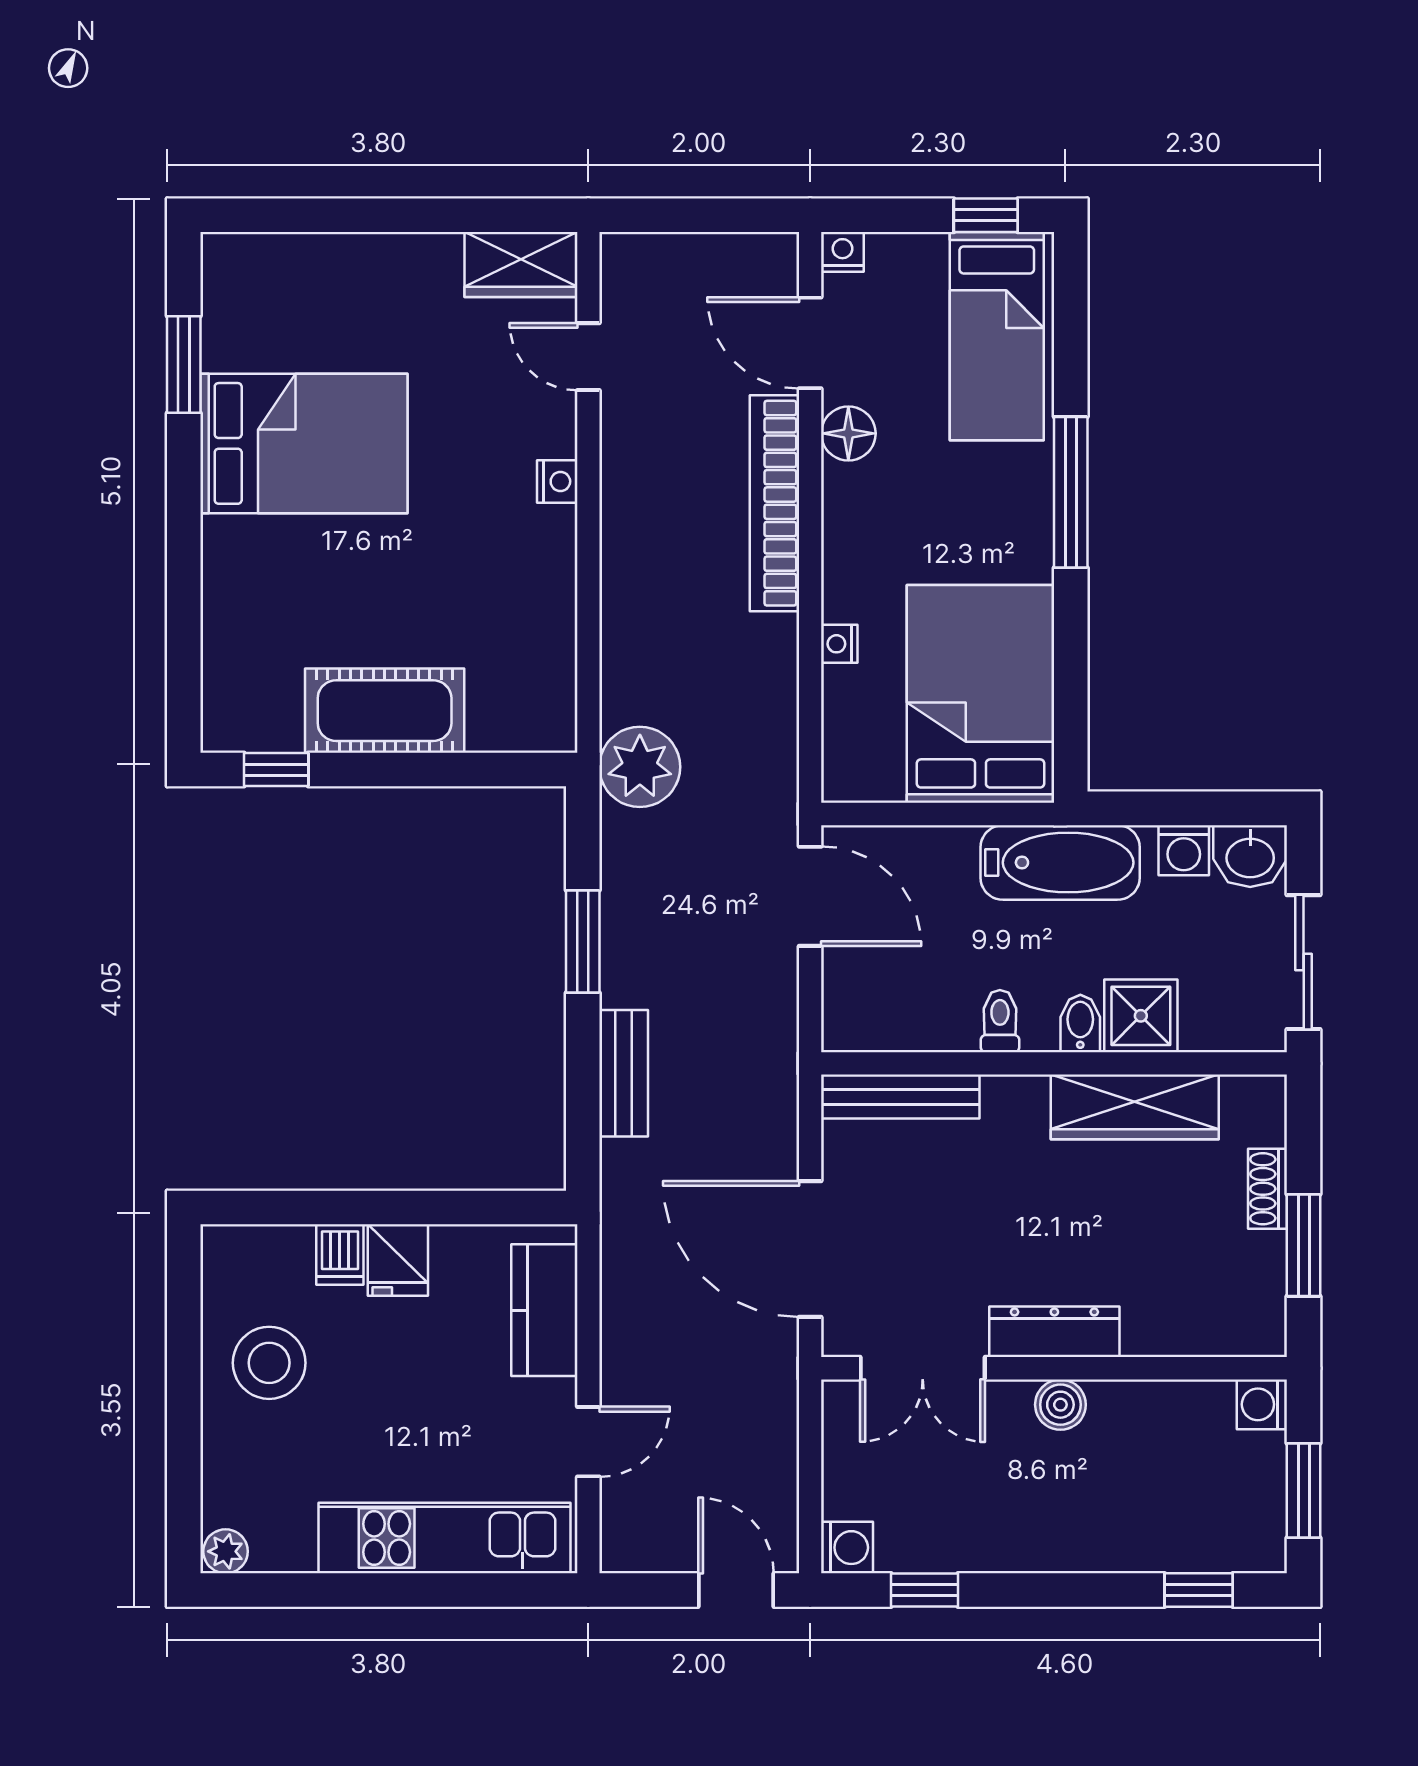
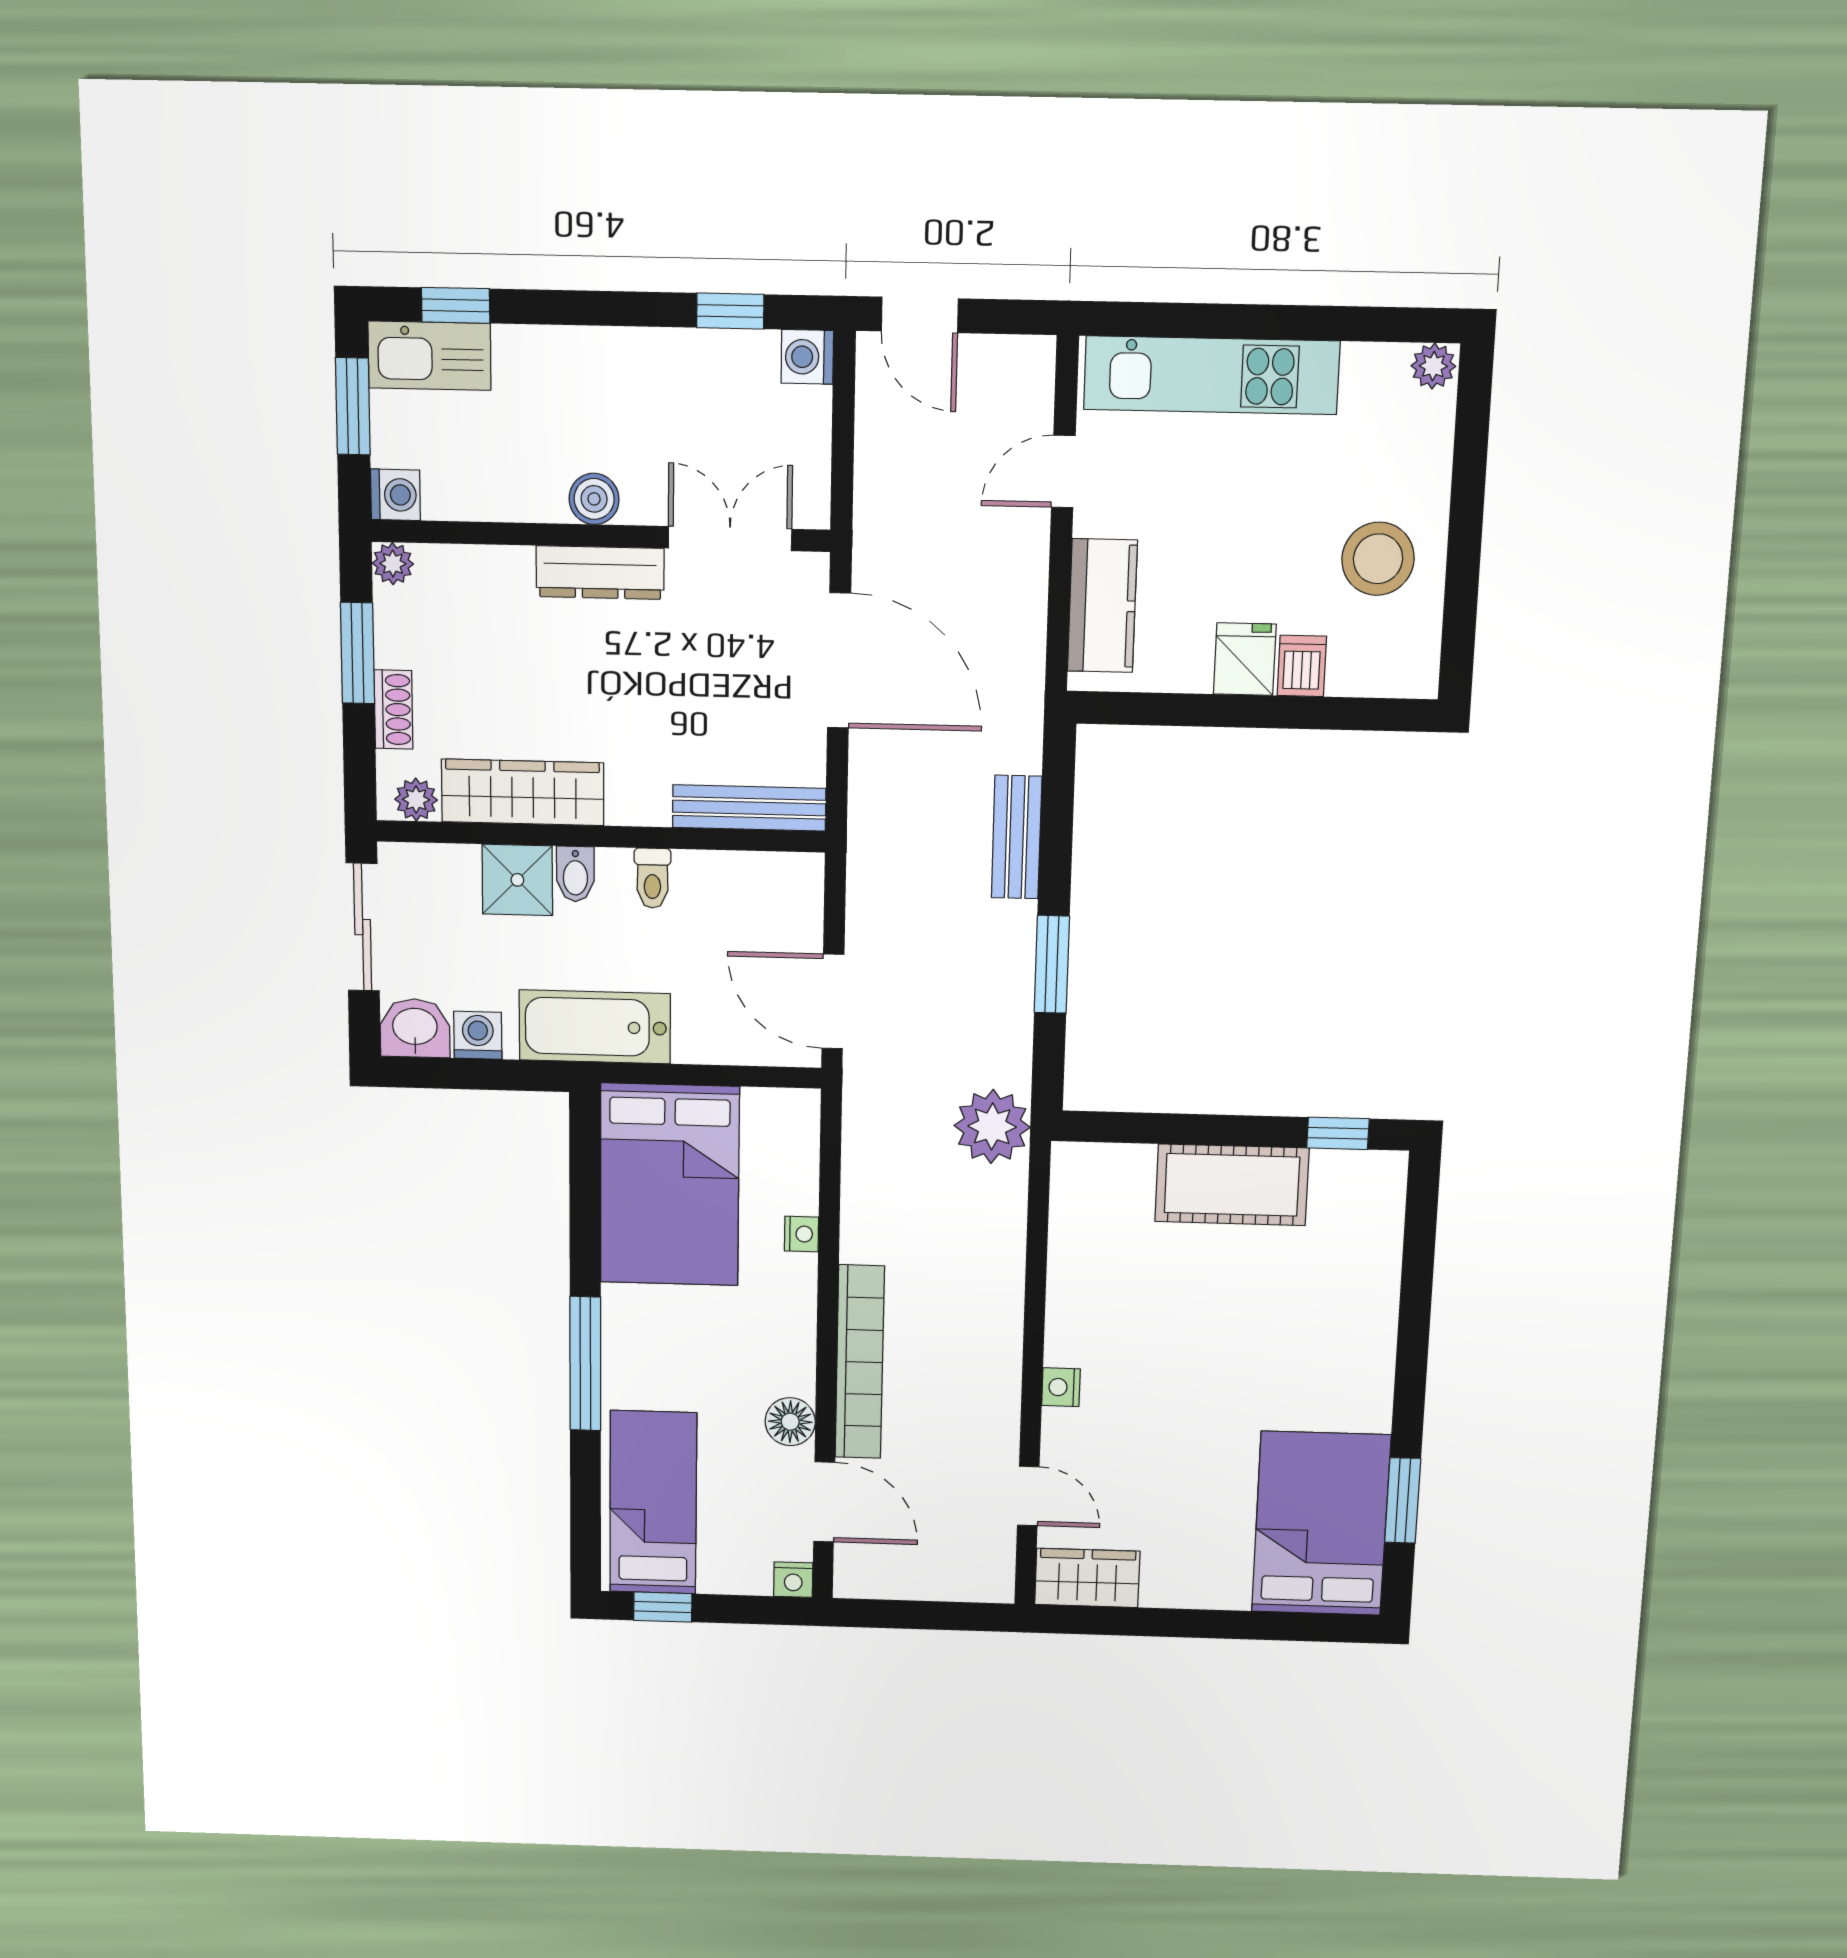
bed: (304, 443) -> (1321, 1524), moved, turned 90
plant: (1245, 1097) -> (416, 800), added
plant: (1266, 1336) -> (393, 564), added
kitchen sink: (1226, 1541) -> (429, 356), added

